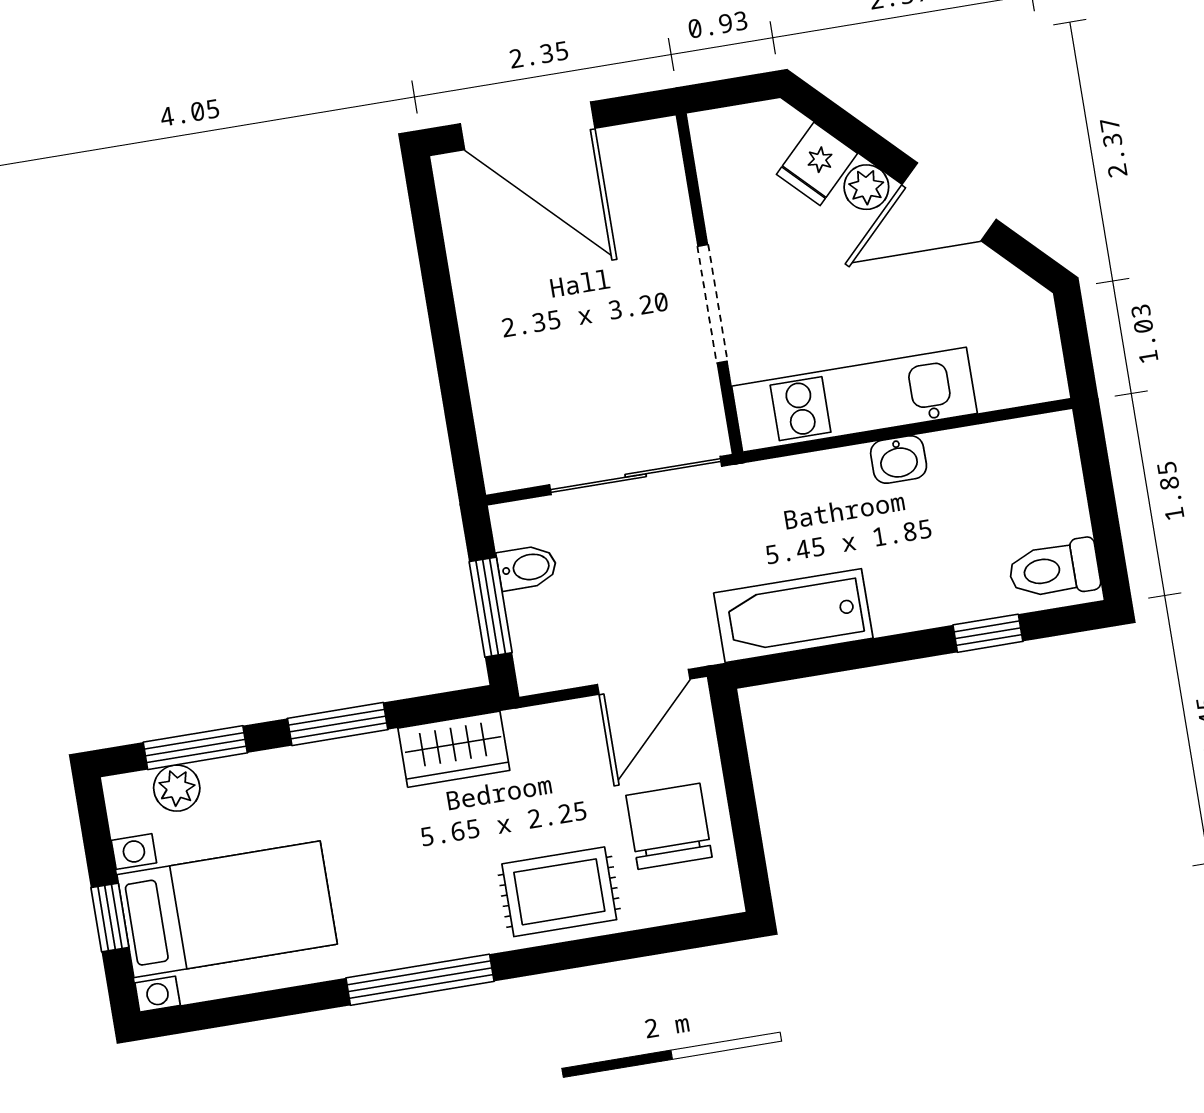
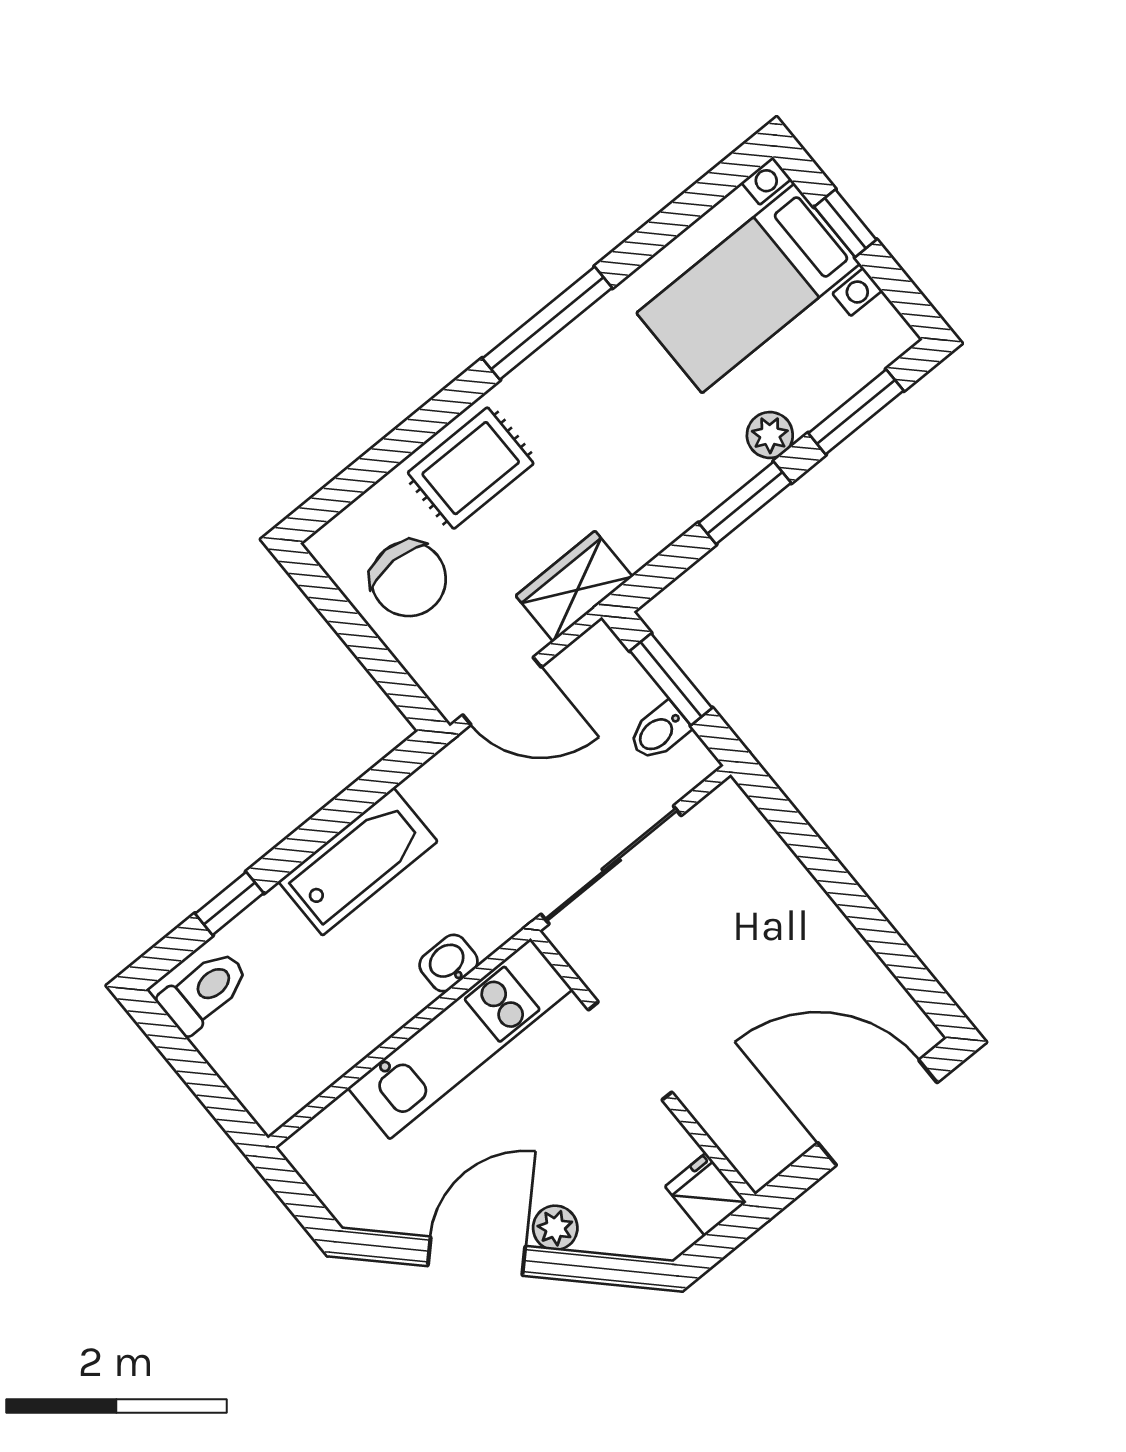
fridge: (817, 164) -> (706, 1194), moved, turned -45
washbasin: (899, 460) -> (449, 963), moved
bathtub: (793, 616) -> (358, 861), moved
door: (644, 682) -> (502, 691), swing flipped
wardrobe: (454, 749) -> (574, 586), moved
plant: (177, 788) -> (770, 435), moved

